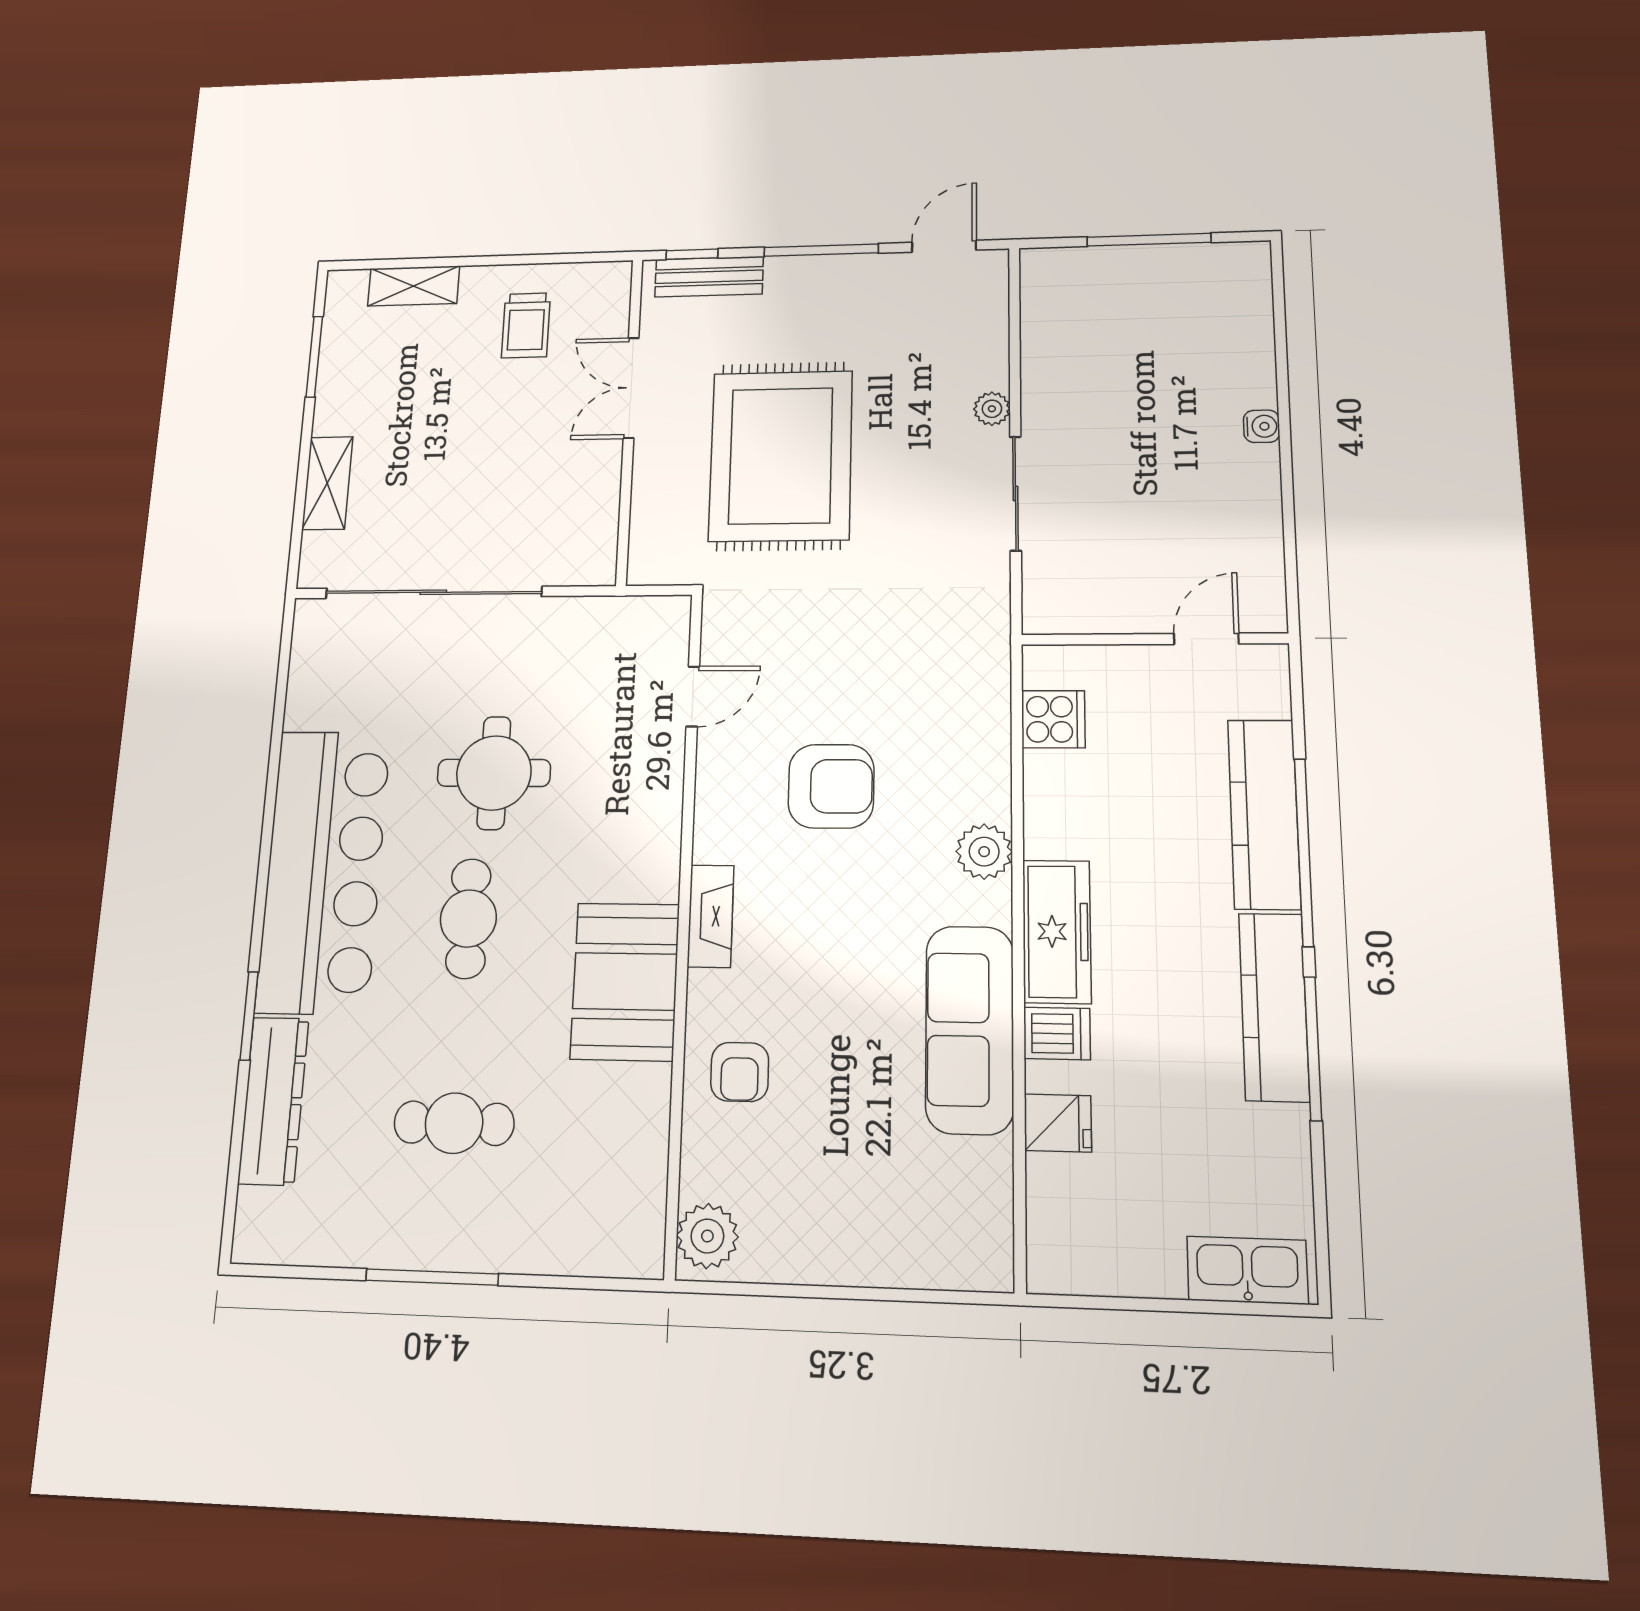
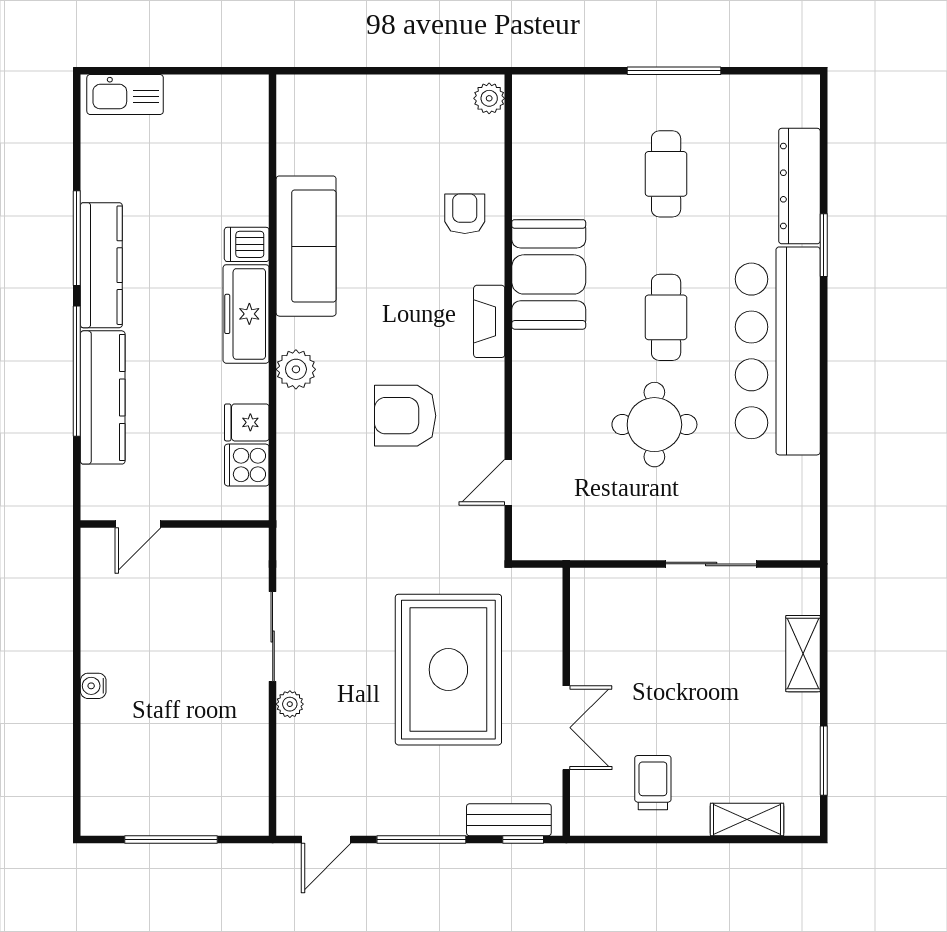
sliding door: (433, 592) -> (711, 564), width x0.54
cafe table: (454, 1123) -> (666, 174), turned 90
fridge: (1058, 1123) -> (247, 422), moved
plant: (707, 1236) -> (489, 98), width x0.73, depth x0.73

